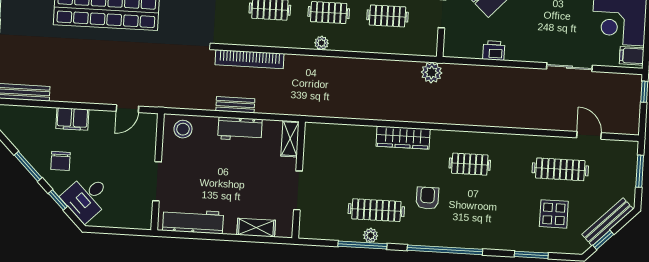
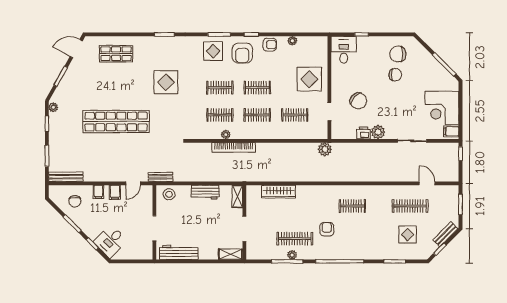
plant: (321, 43) -> (226, 135), moved
plant: (517, 50) -> (378, 132), added
bookcase: (250, 59) -> (234, 147), moved
bench: (235, 105) -> (161, 177), moved
filing cabinet: (72, 119) -> (98, 192), width x0.50
filing cabinet: (98, 121) -> (115, 192), added
wardrobe: (403, 138) -> (278, 192), moved
chair: (61, 161) -> (75, 201), moved
bench: (608, 222) -> (445, 234), width x0.73
shelving: (256, 228) -> (231, 254), moved

